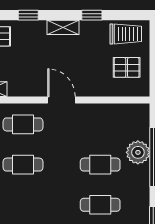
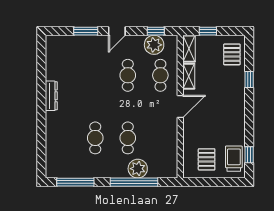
window: (92, 15) -> (249, 155), moved
shelving: (63, 27) -> (189, 76), moved
trolley: (126, 34) -> (234, 159), turned 180

